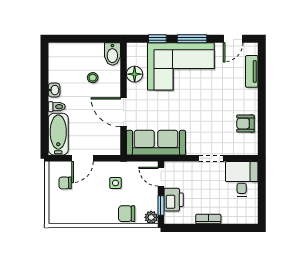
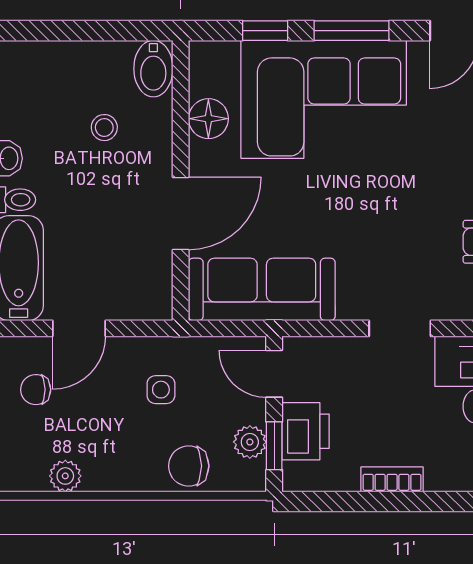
door: (123, 112) -> (181, 213), swing flipped
plant: (151, 217) -> (250, 442), moved
plant: (77, 218) -> (65, 476), added

